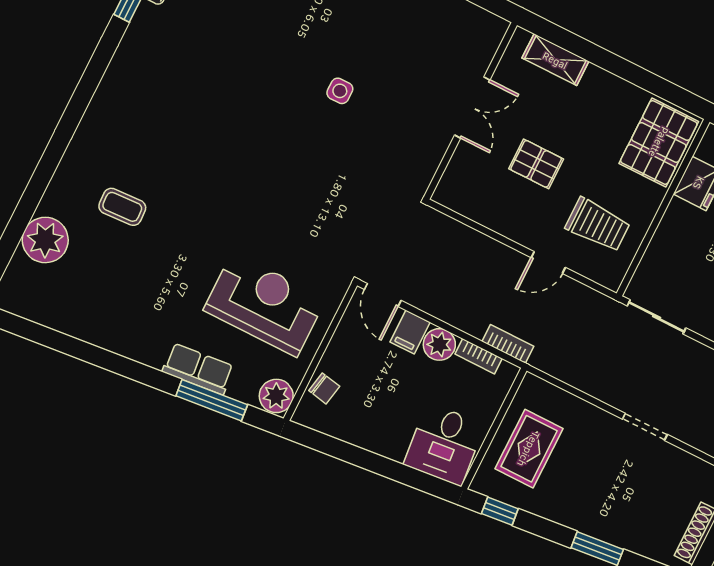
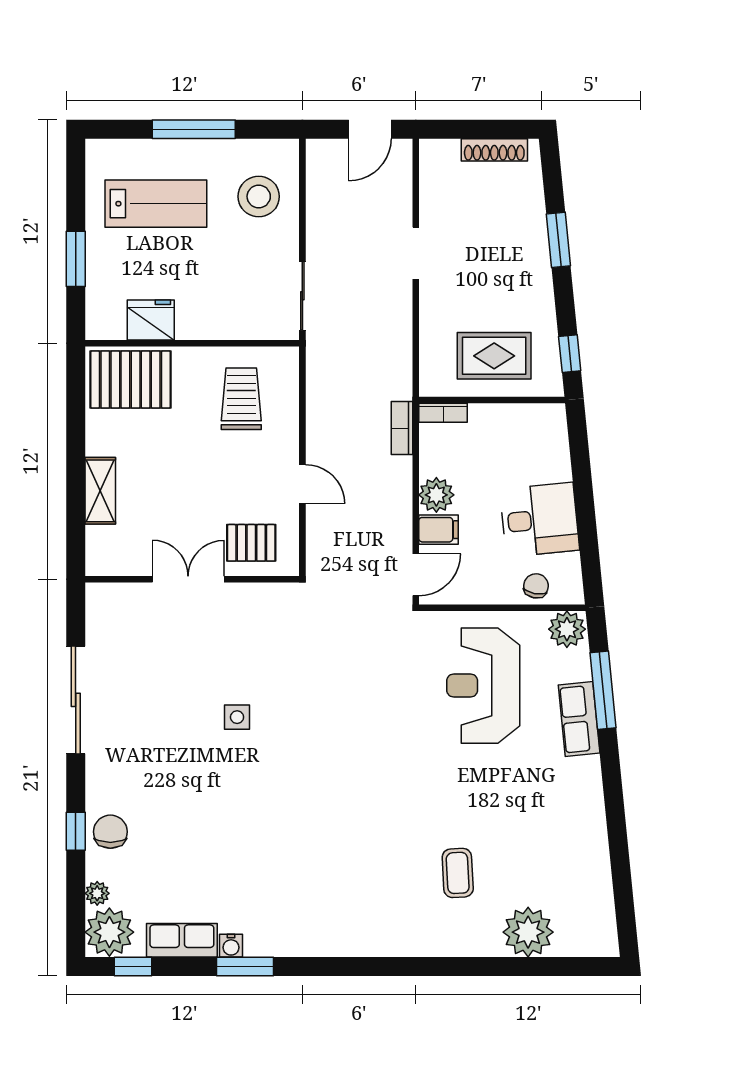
shelving: (555, 60) -> (100, 491), moved
pallet: (536, 164) -> (251, 543), moved, turned 90
door: (548, 262) -> (302, 484), moved
bookcase: (479, 356) -> (443, 413), moved, turned 90
desk: (444, 444) -> (539, 520), moved

